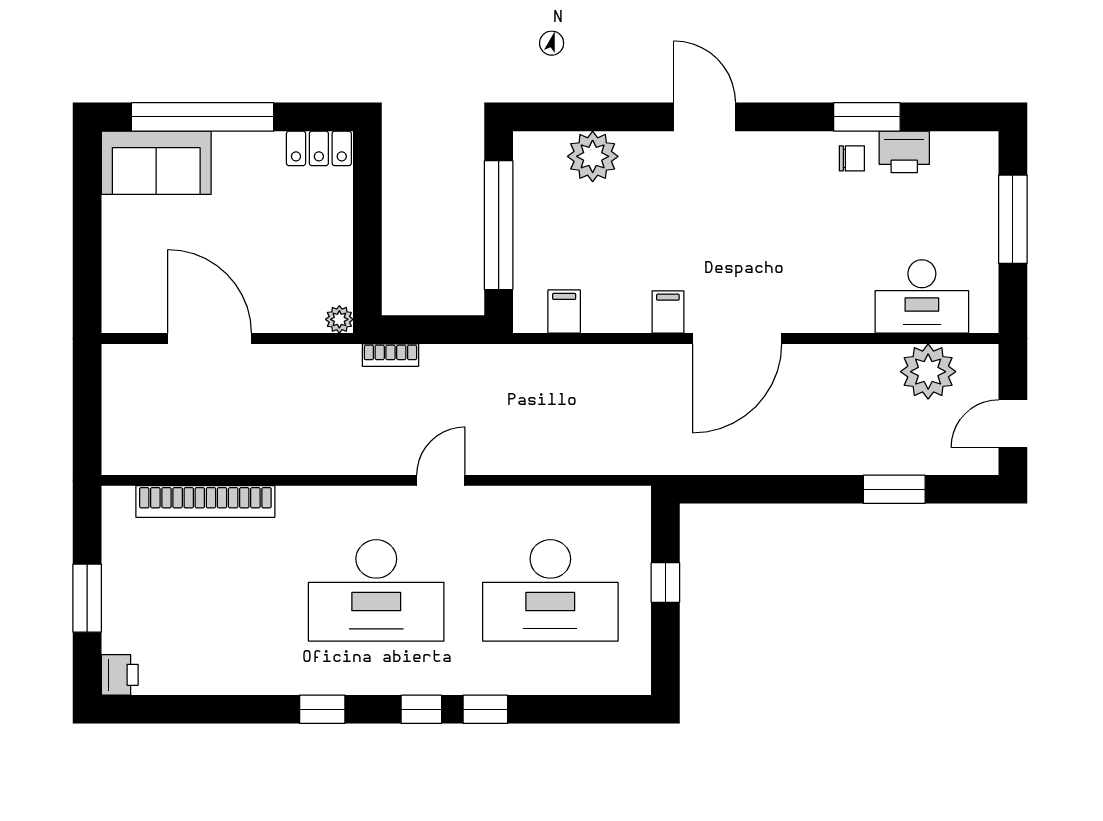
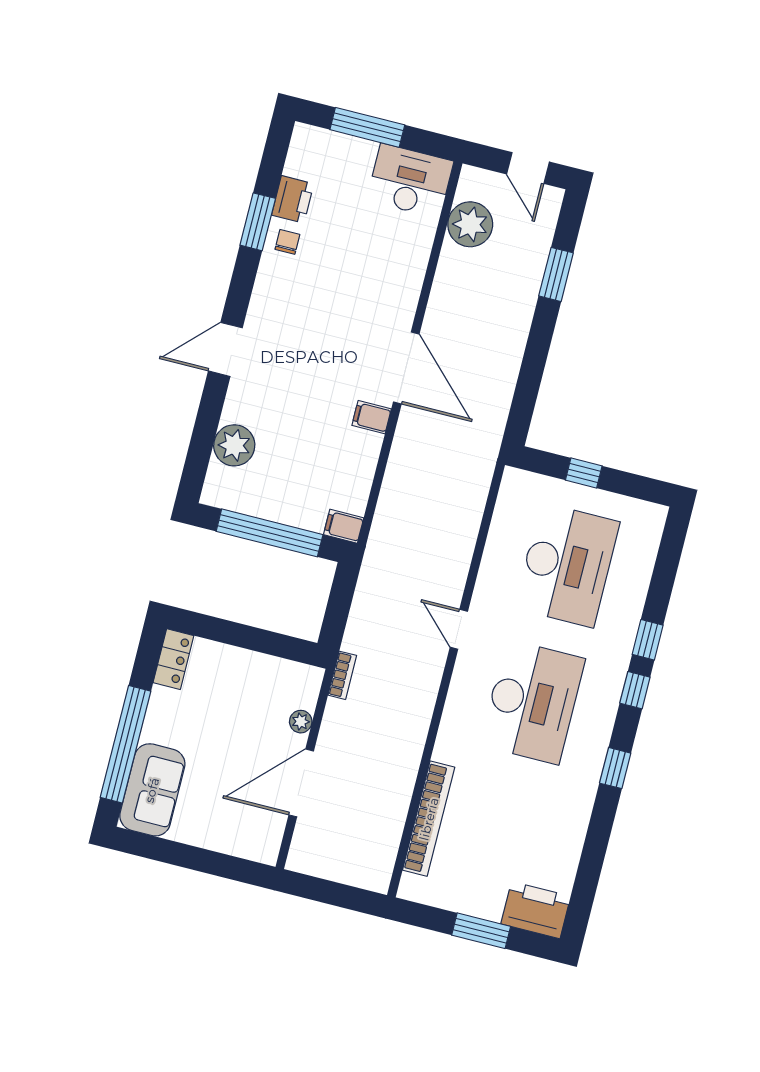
desk: (922, 297) -> (410, 181), moved, turned -90
filing cabinet: (564, 312) -> (344, 526), moved
plant: (339, 319) -> (301, 722), moved
bookcase: (391, 355) -> (342, 675), moved
printer: (120, 675) -> (536, 910), width x1.87, depth x1.48

